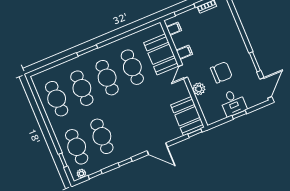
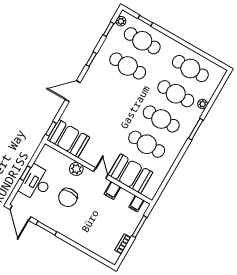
plant: (68, 65) -> (203, 104), added
desk: (233, 103) -> (36, 183), width x1.37

